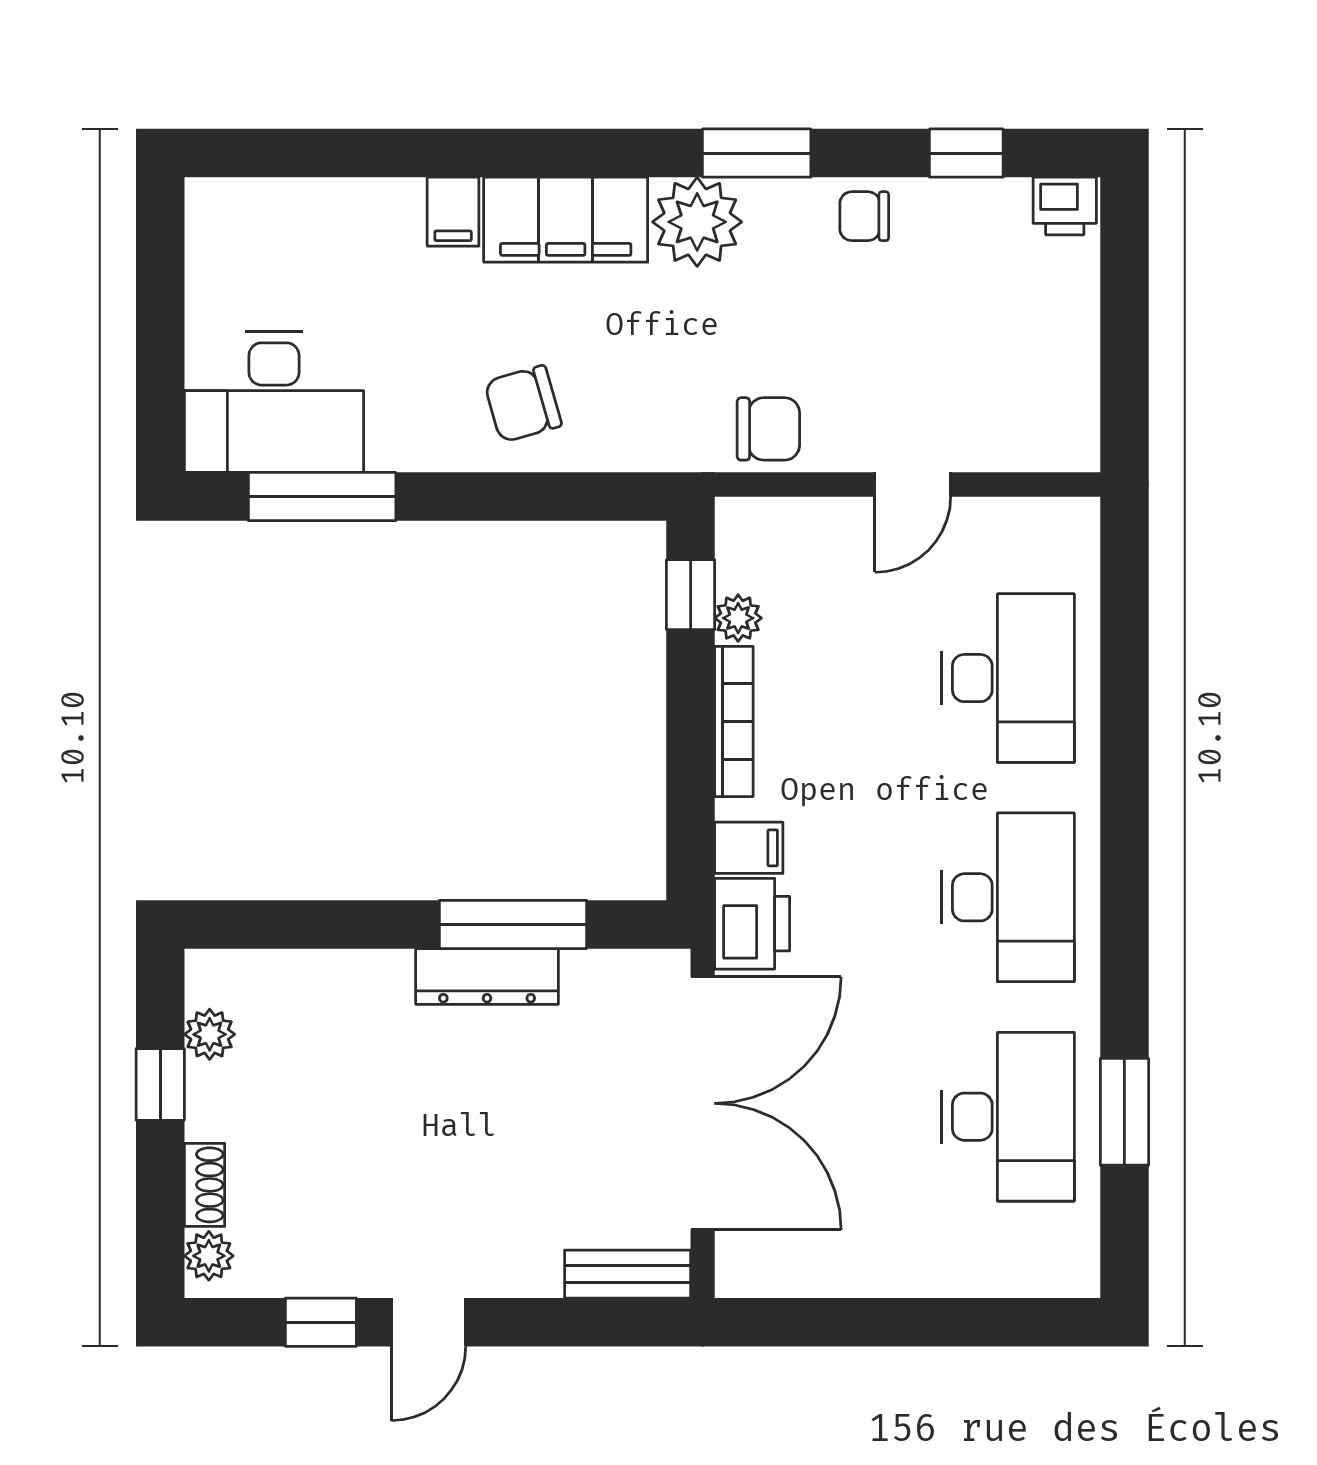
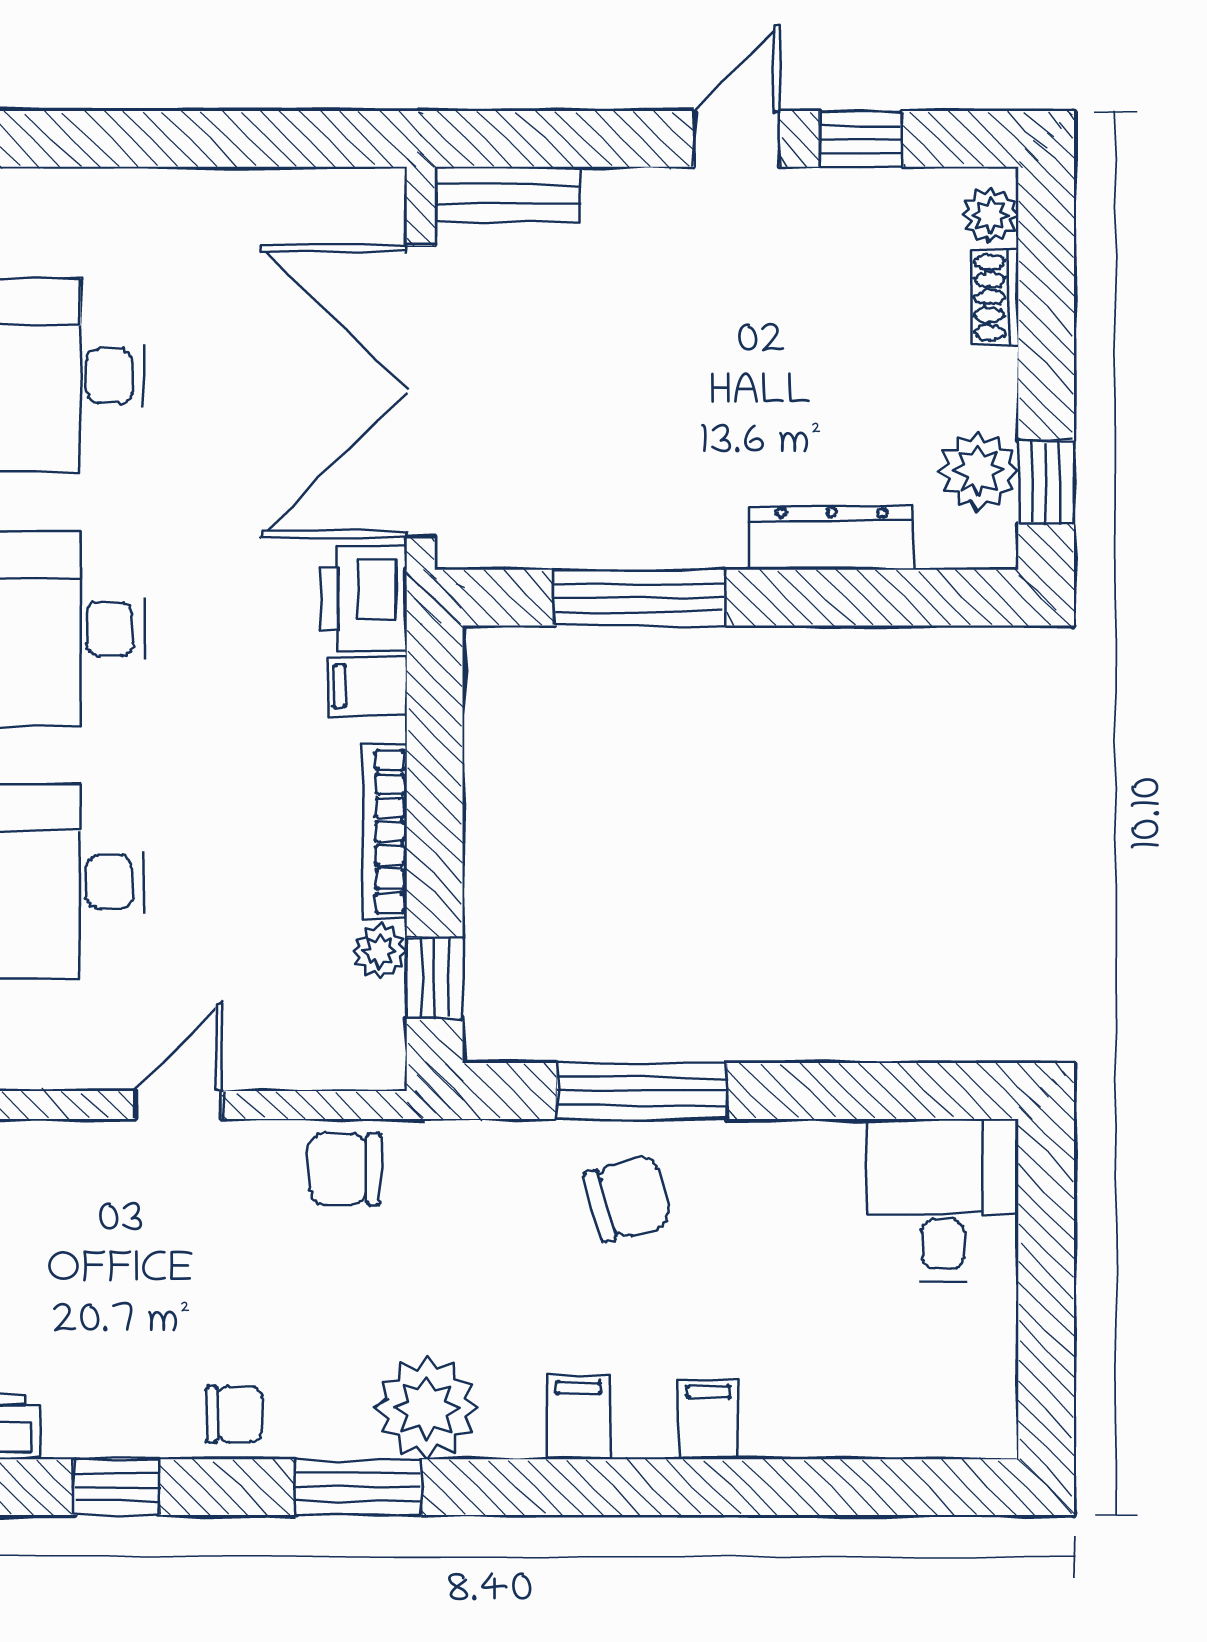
filing cabinet: (566, 220) -> (579, 1417), width x0.33, depth x0.86
desk: (274, 402) -> (943, 1200), width x0.73
window: (322, 497) -> (642, 1091), moved
dresser: (487, 976) -> (832, 538), moved
plant: (210, 1034) -> (978, 471), width x1.38, depth x1.38
window: (160, 1084) -> (1046, 482), moved

